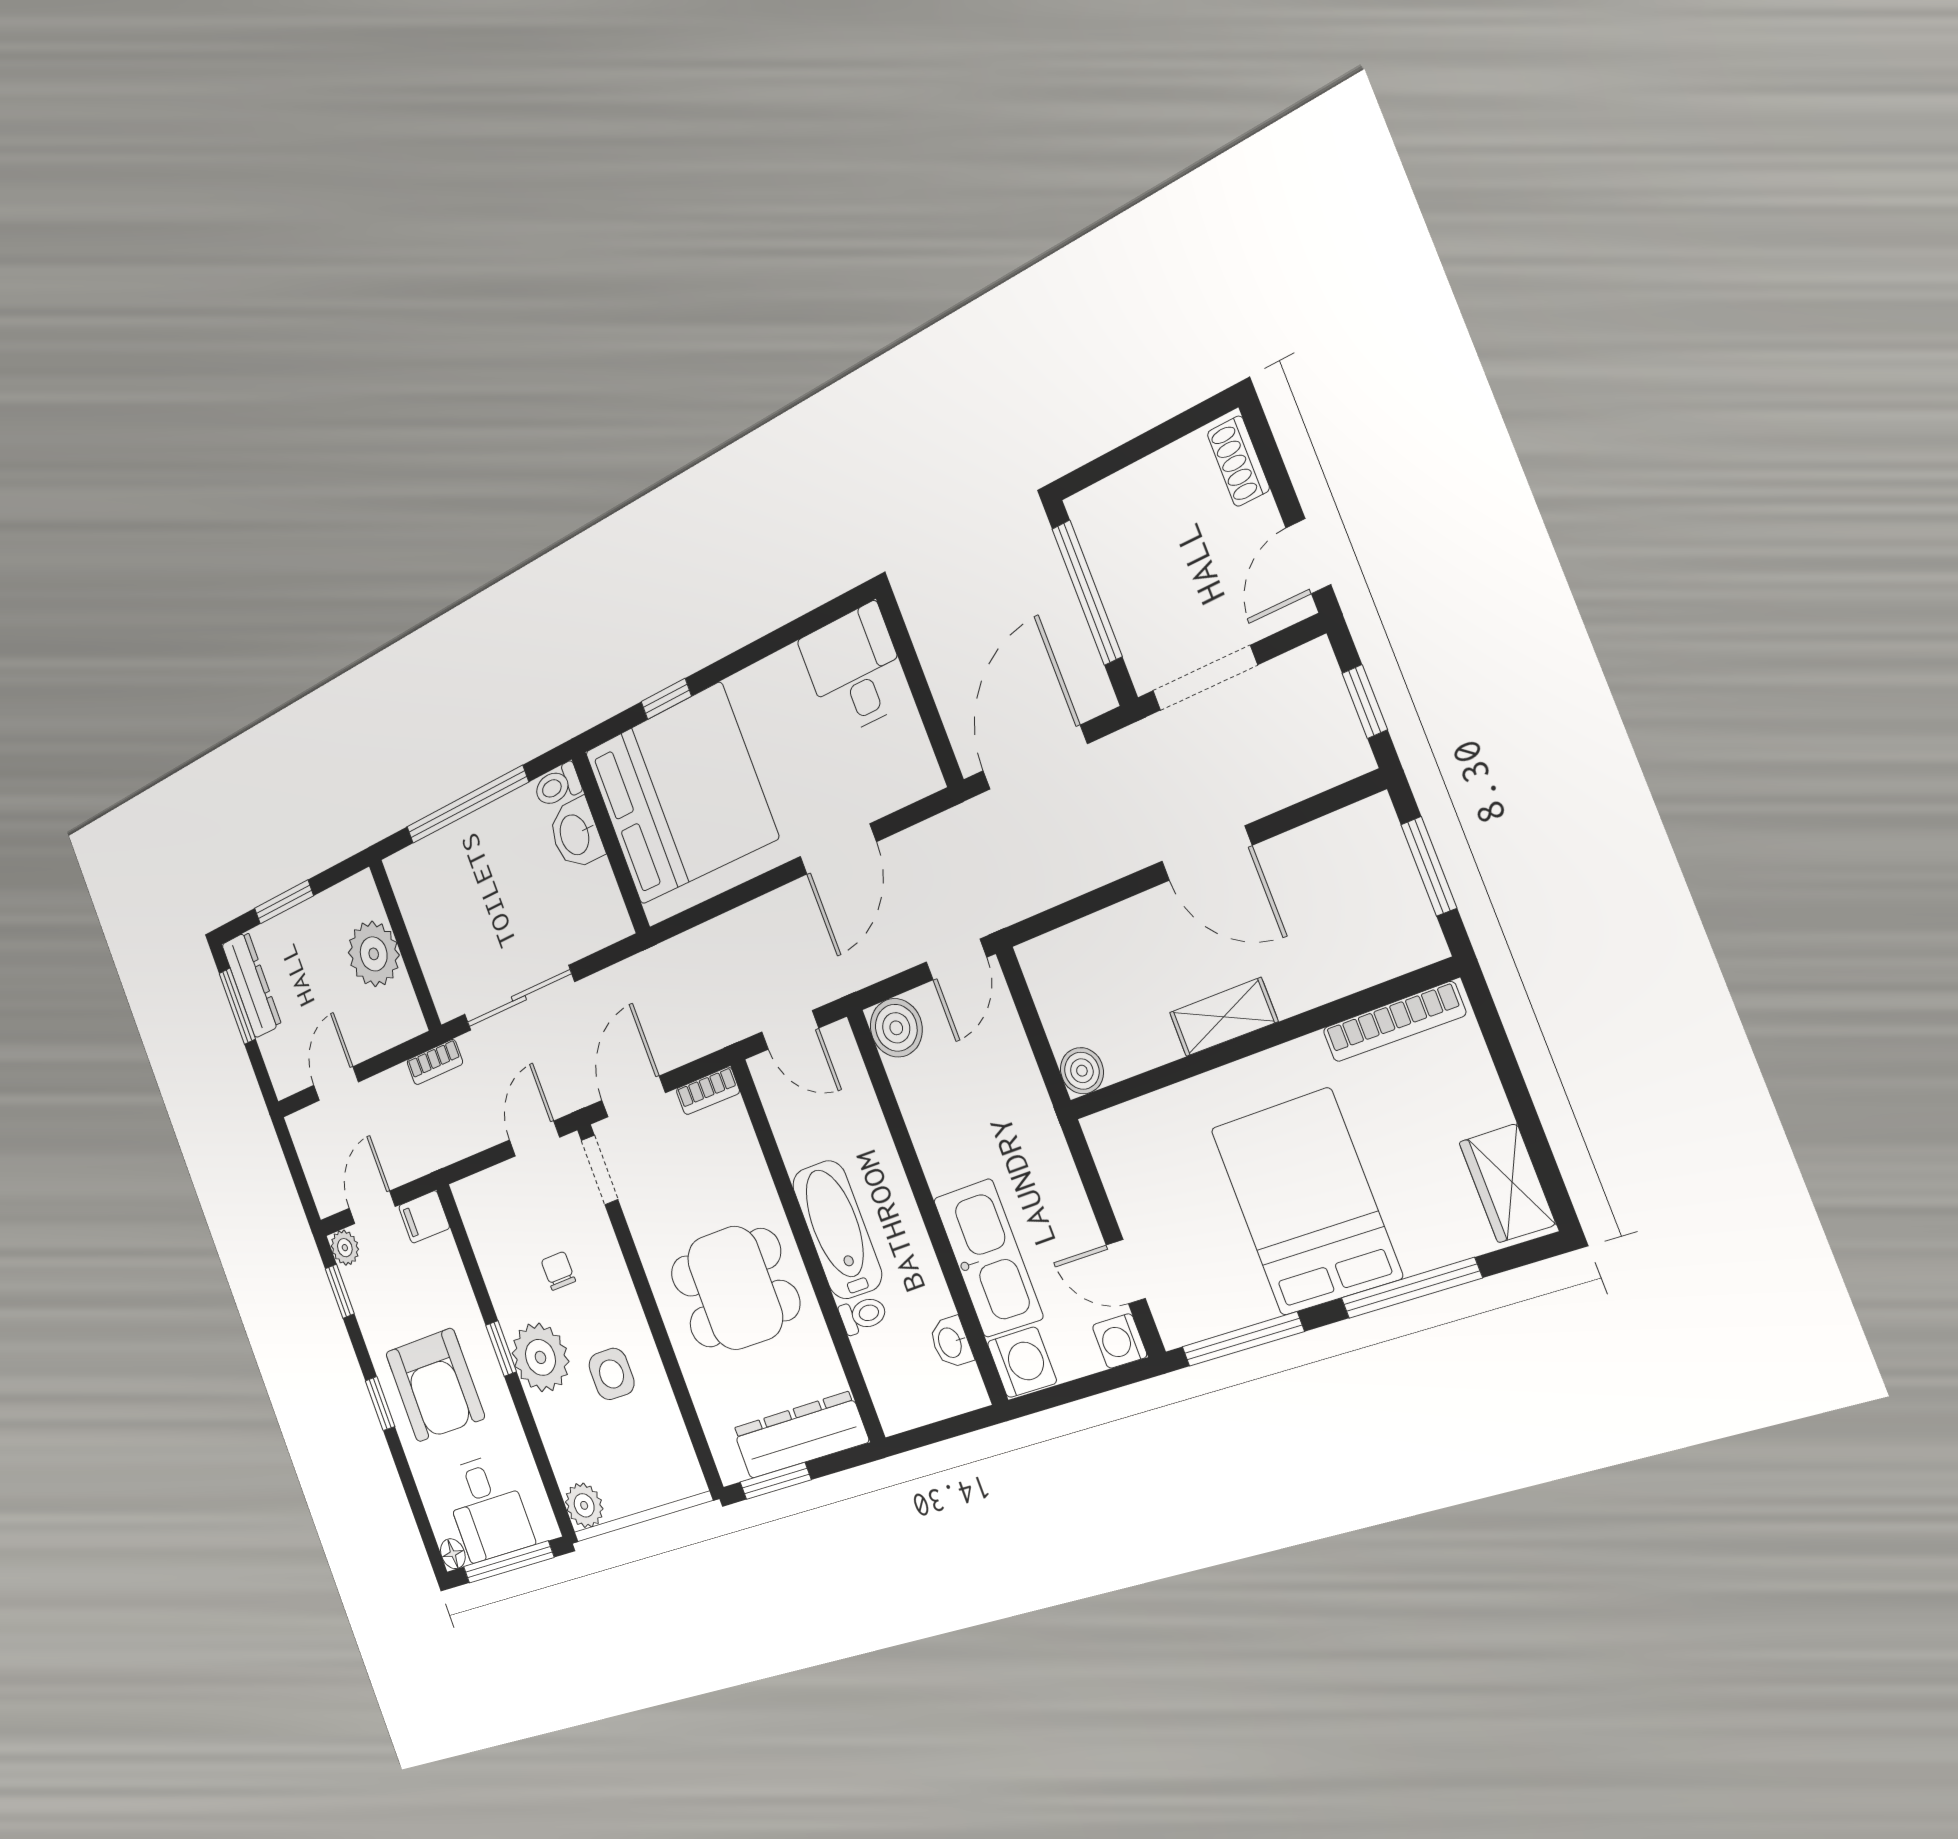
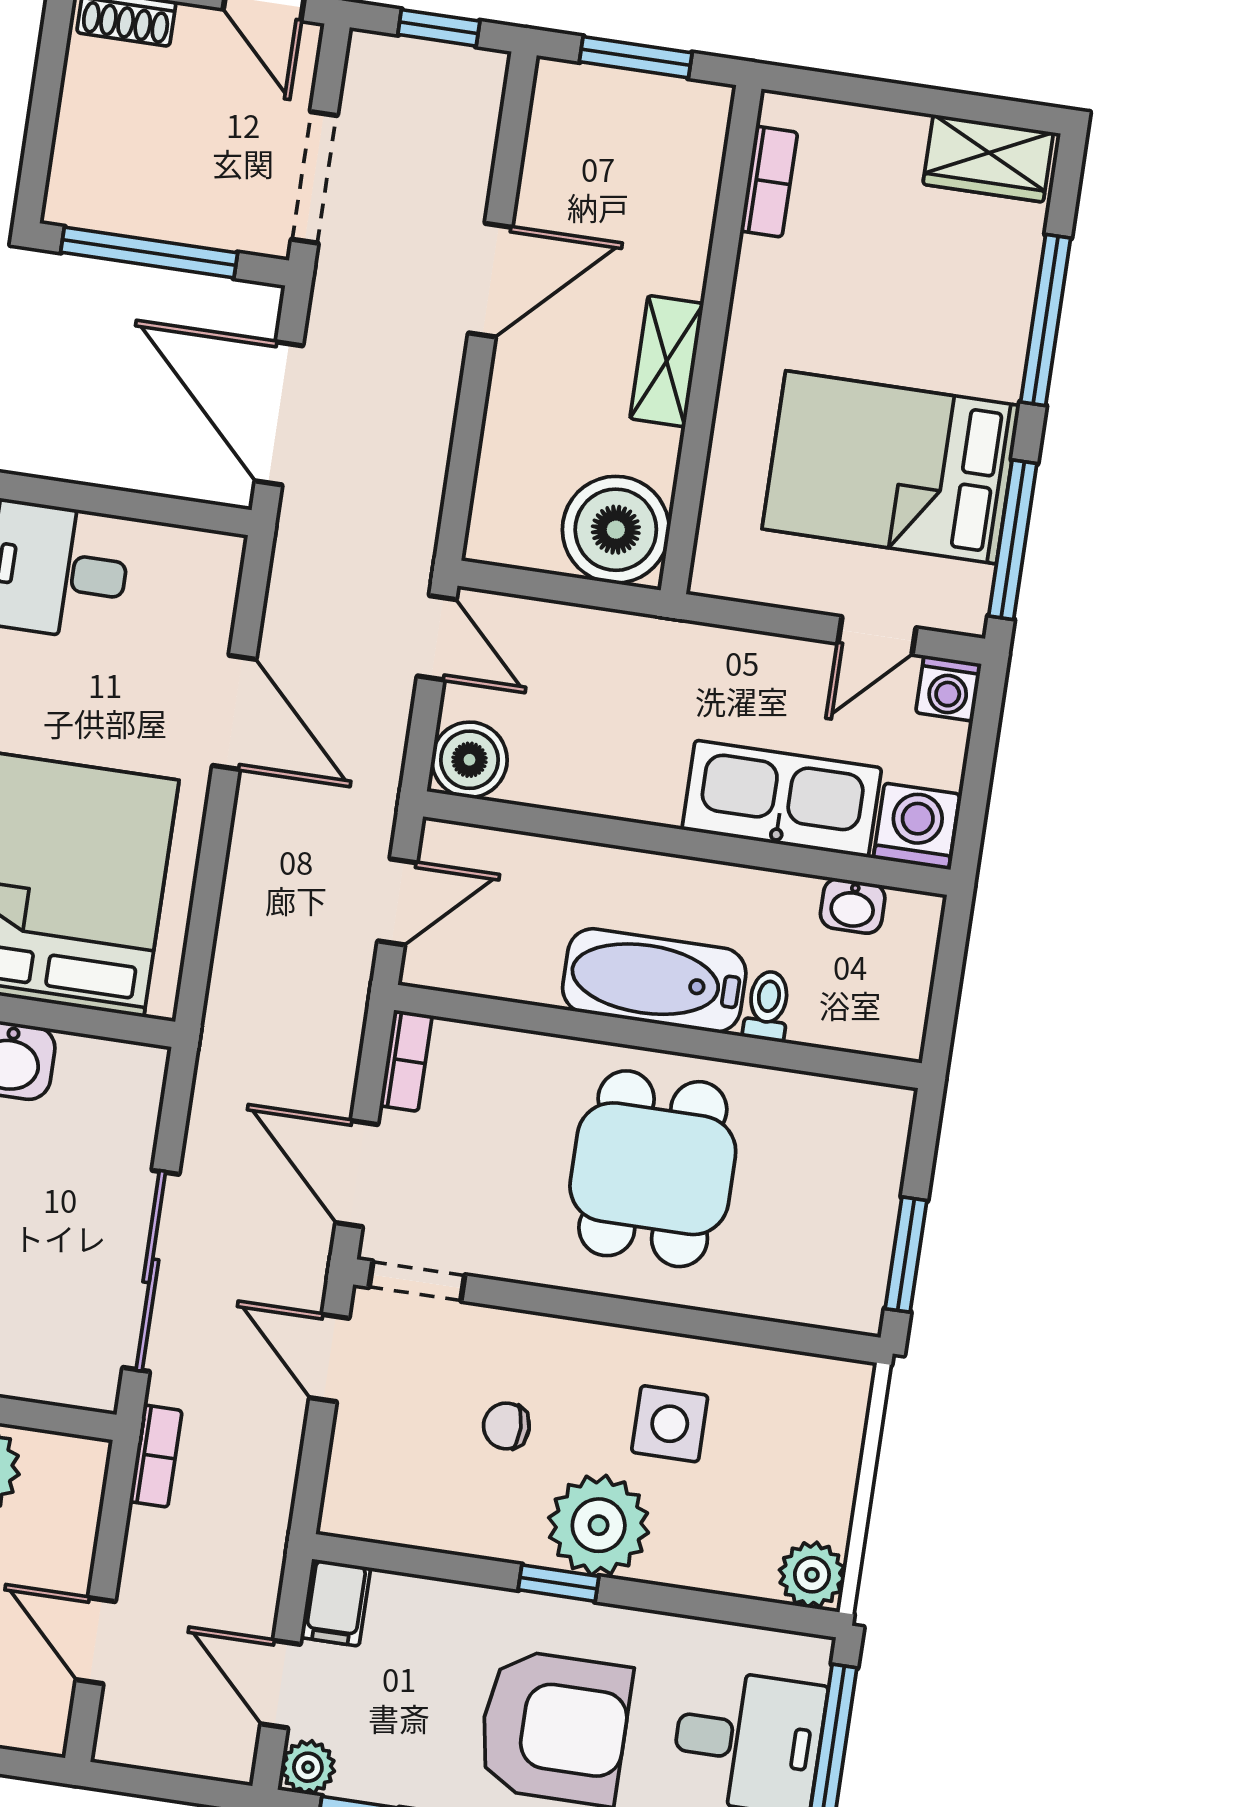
bookcase: (1394, 1022) -> (769, 182), width x0.64
boiler: (1082, 1071) -> (616, 530), width x1.86, depth x1.86
bed: (1306, 1202) -> (891, 467), moved
dresser: (800, 1435) -> (867, 1184), removed

